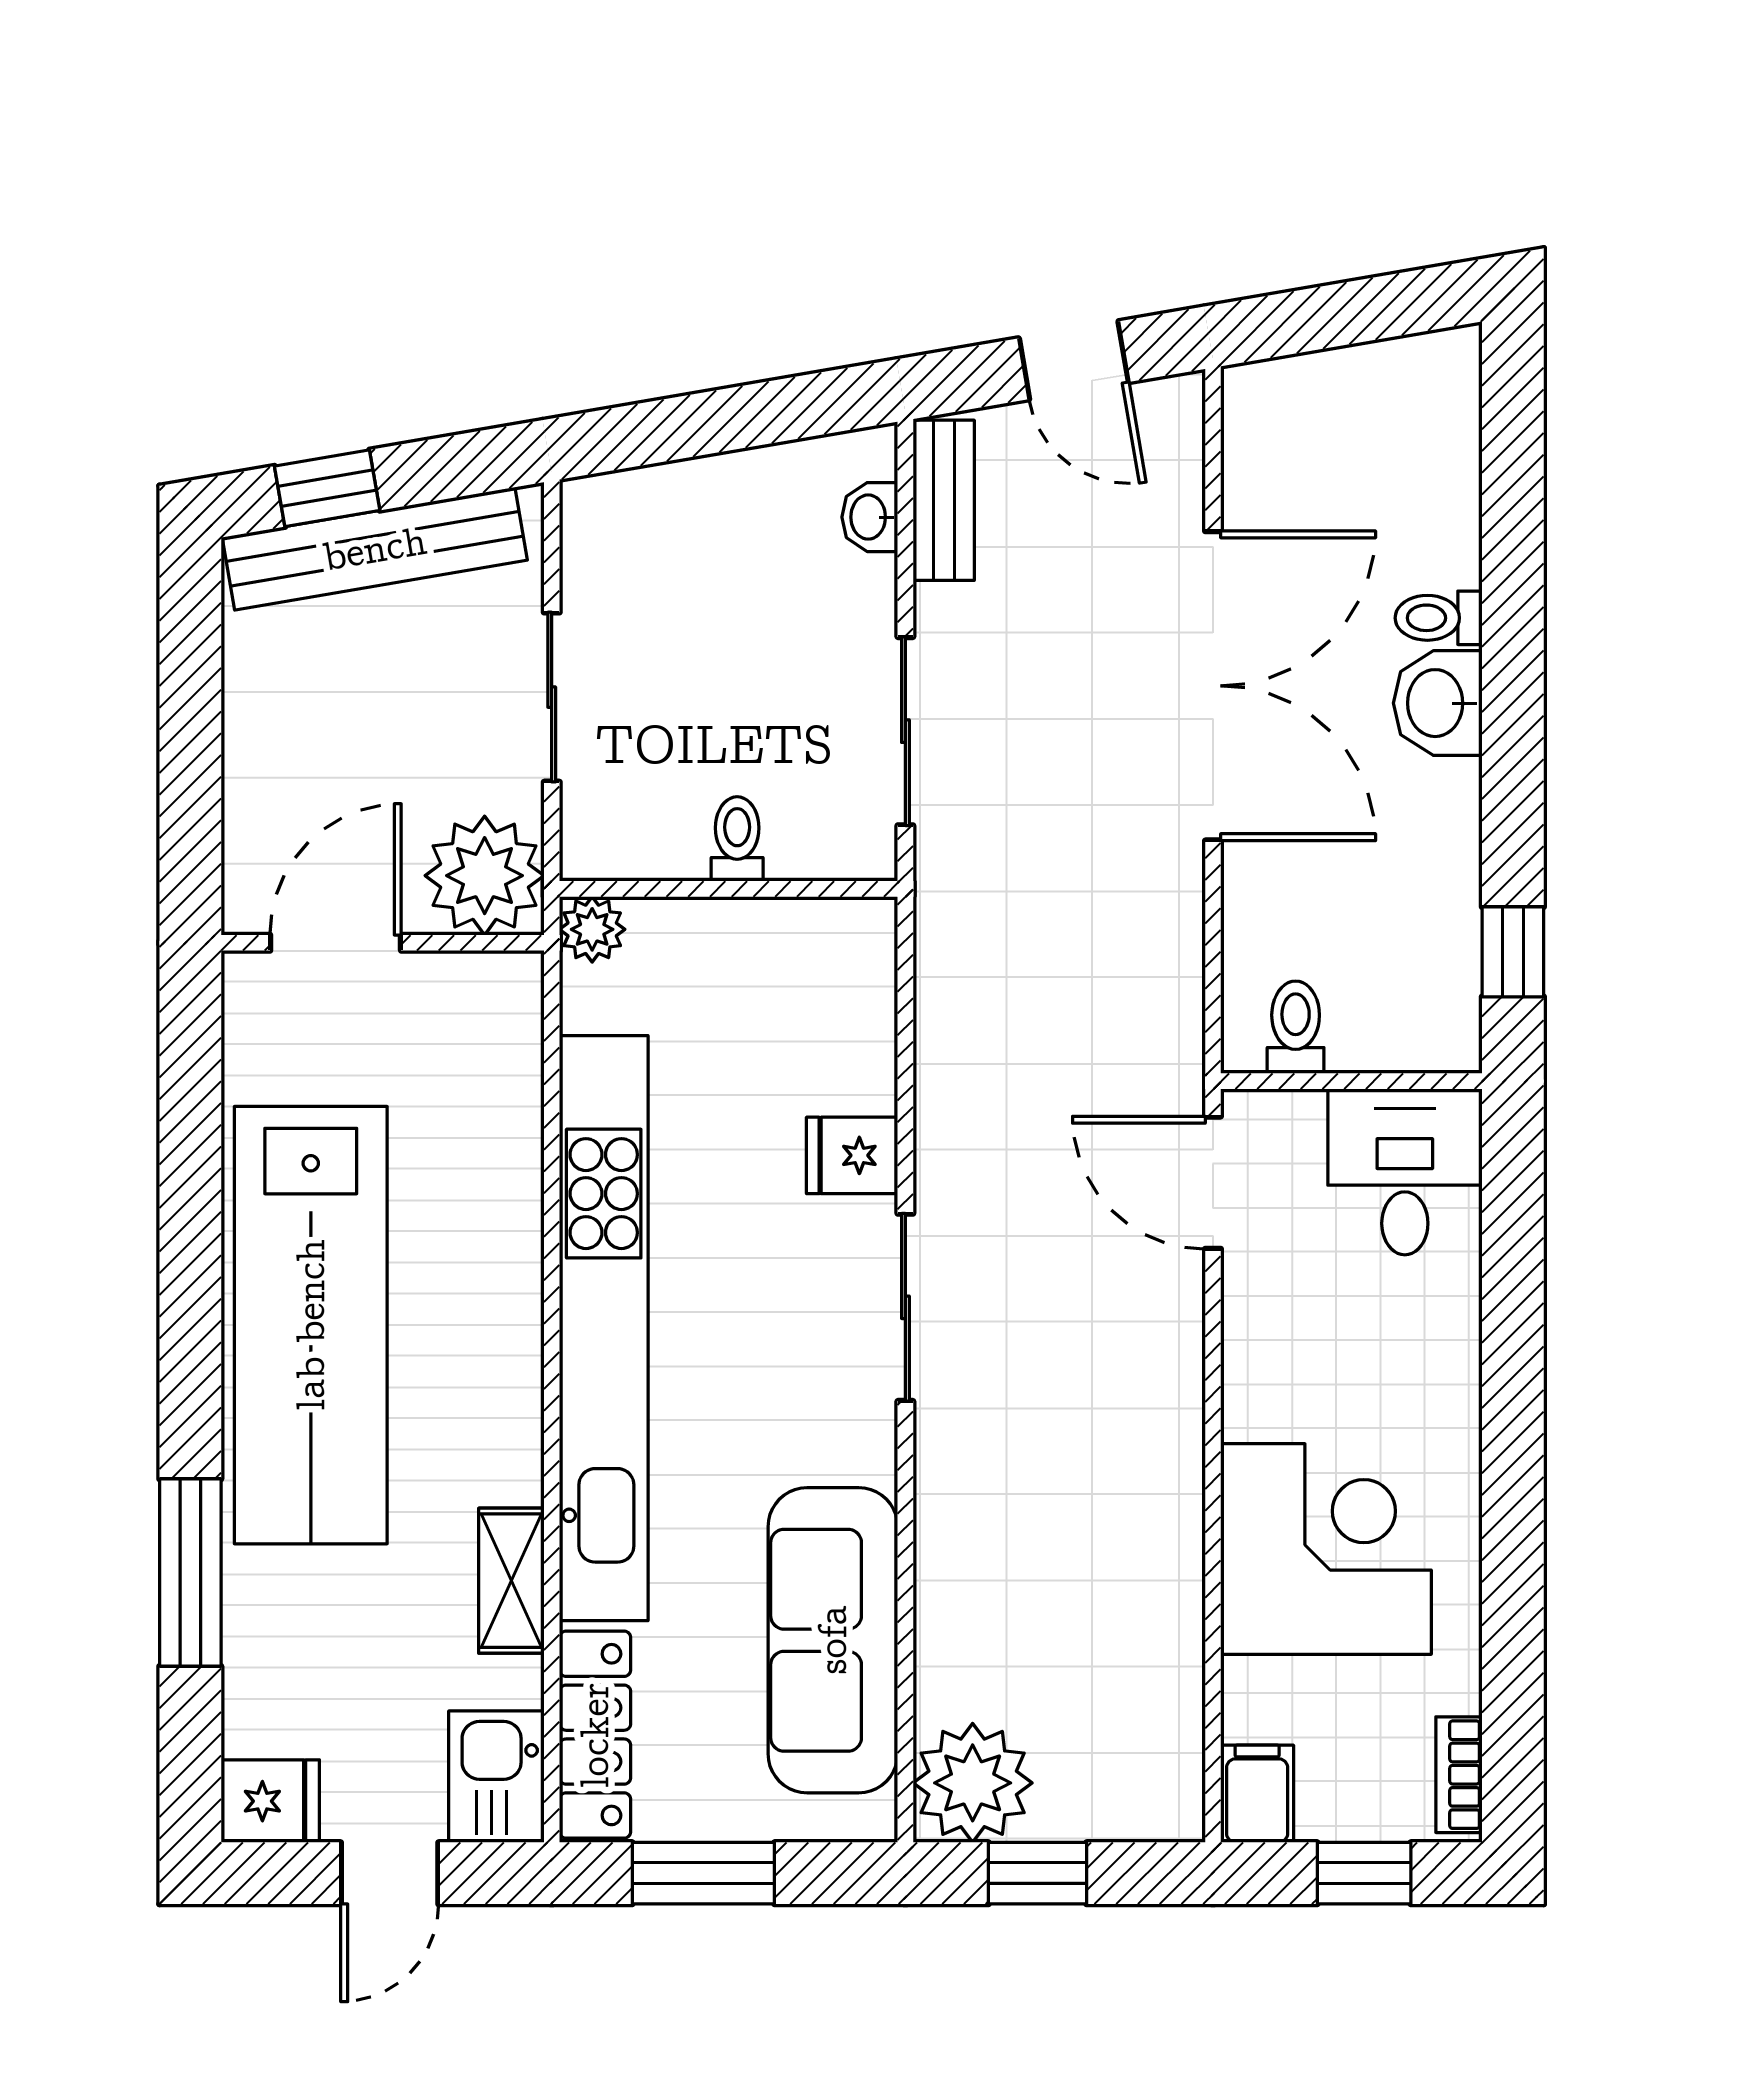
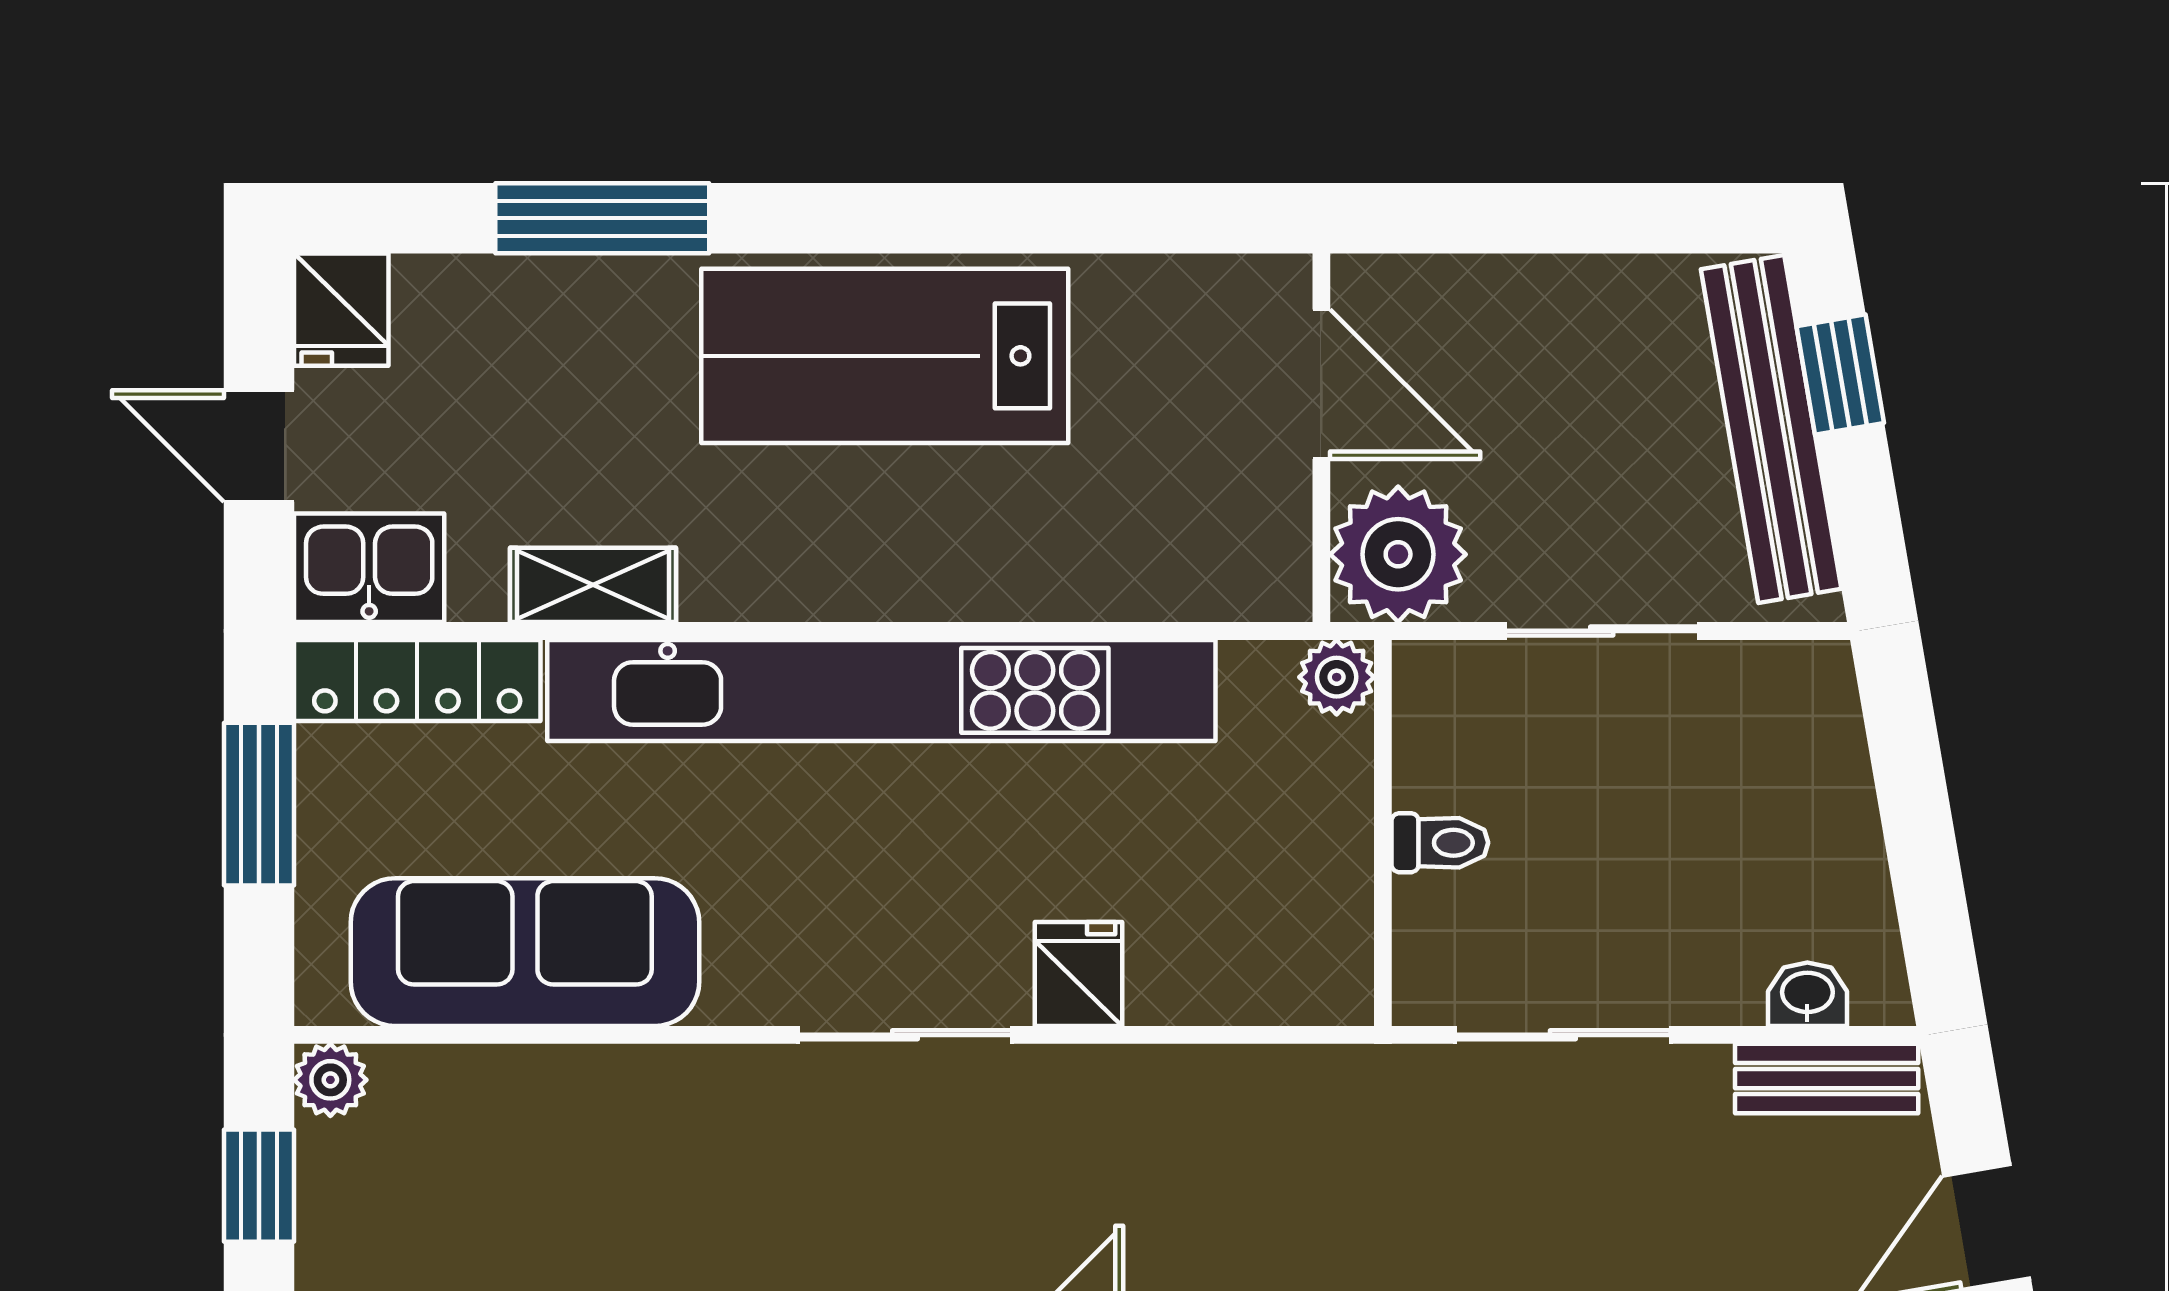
lab bench: (311, 1325) -> (885, 356), width x0.73
plant: (973, 1783) -> (330, 1080), width x0.53, depth x0.53

